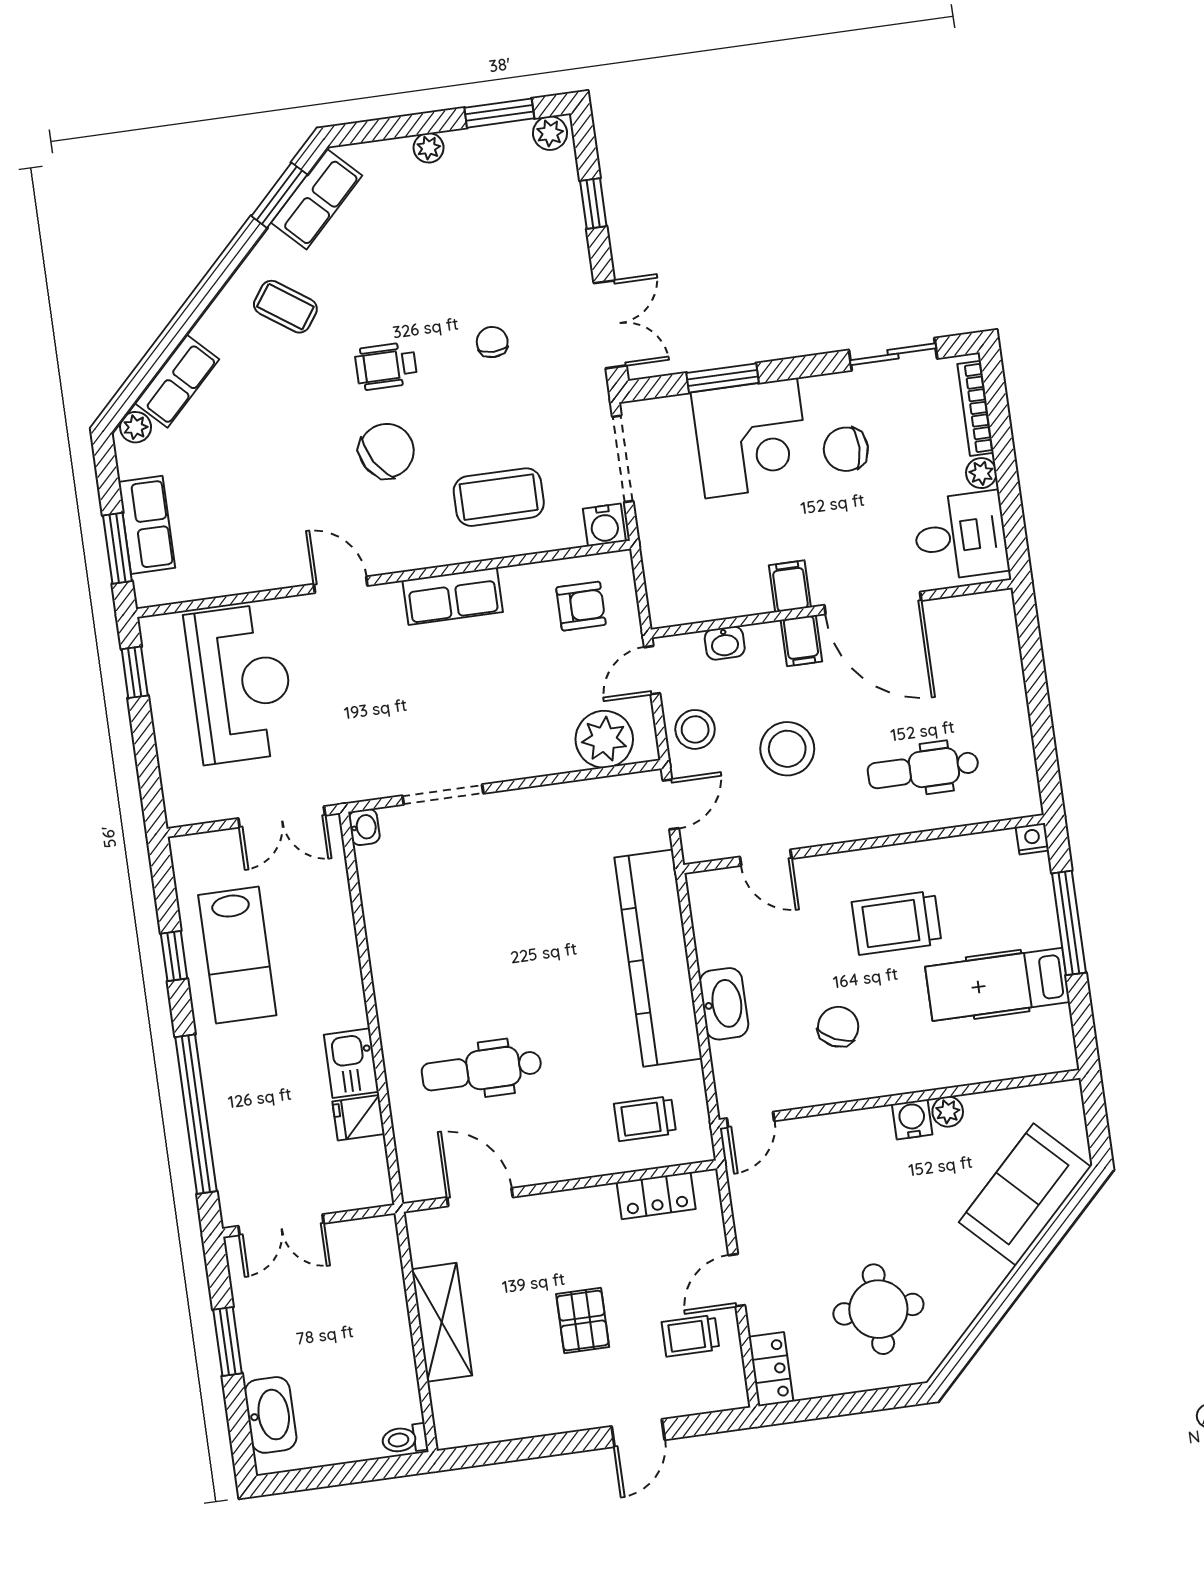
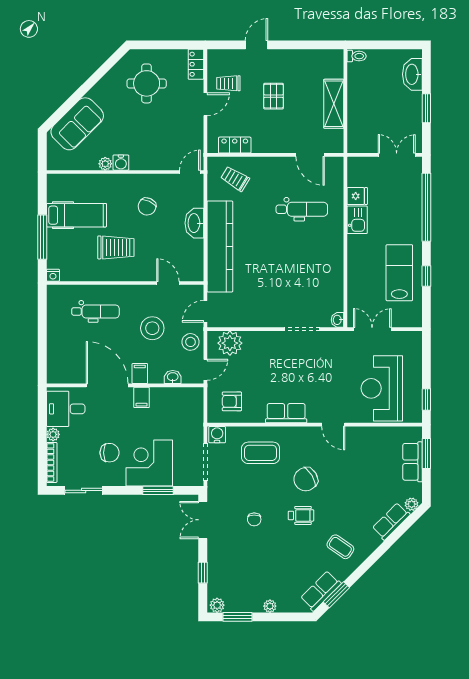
trolley: (645, 1119) -> (235, 179), turned -149
trolley: (690, 1336) -> (228, 83), turned 180

